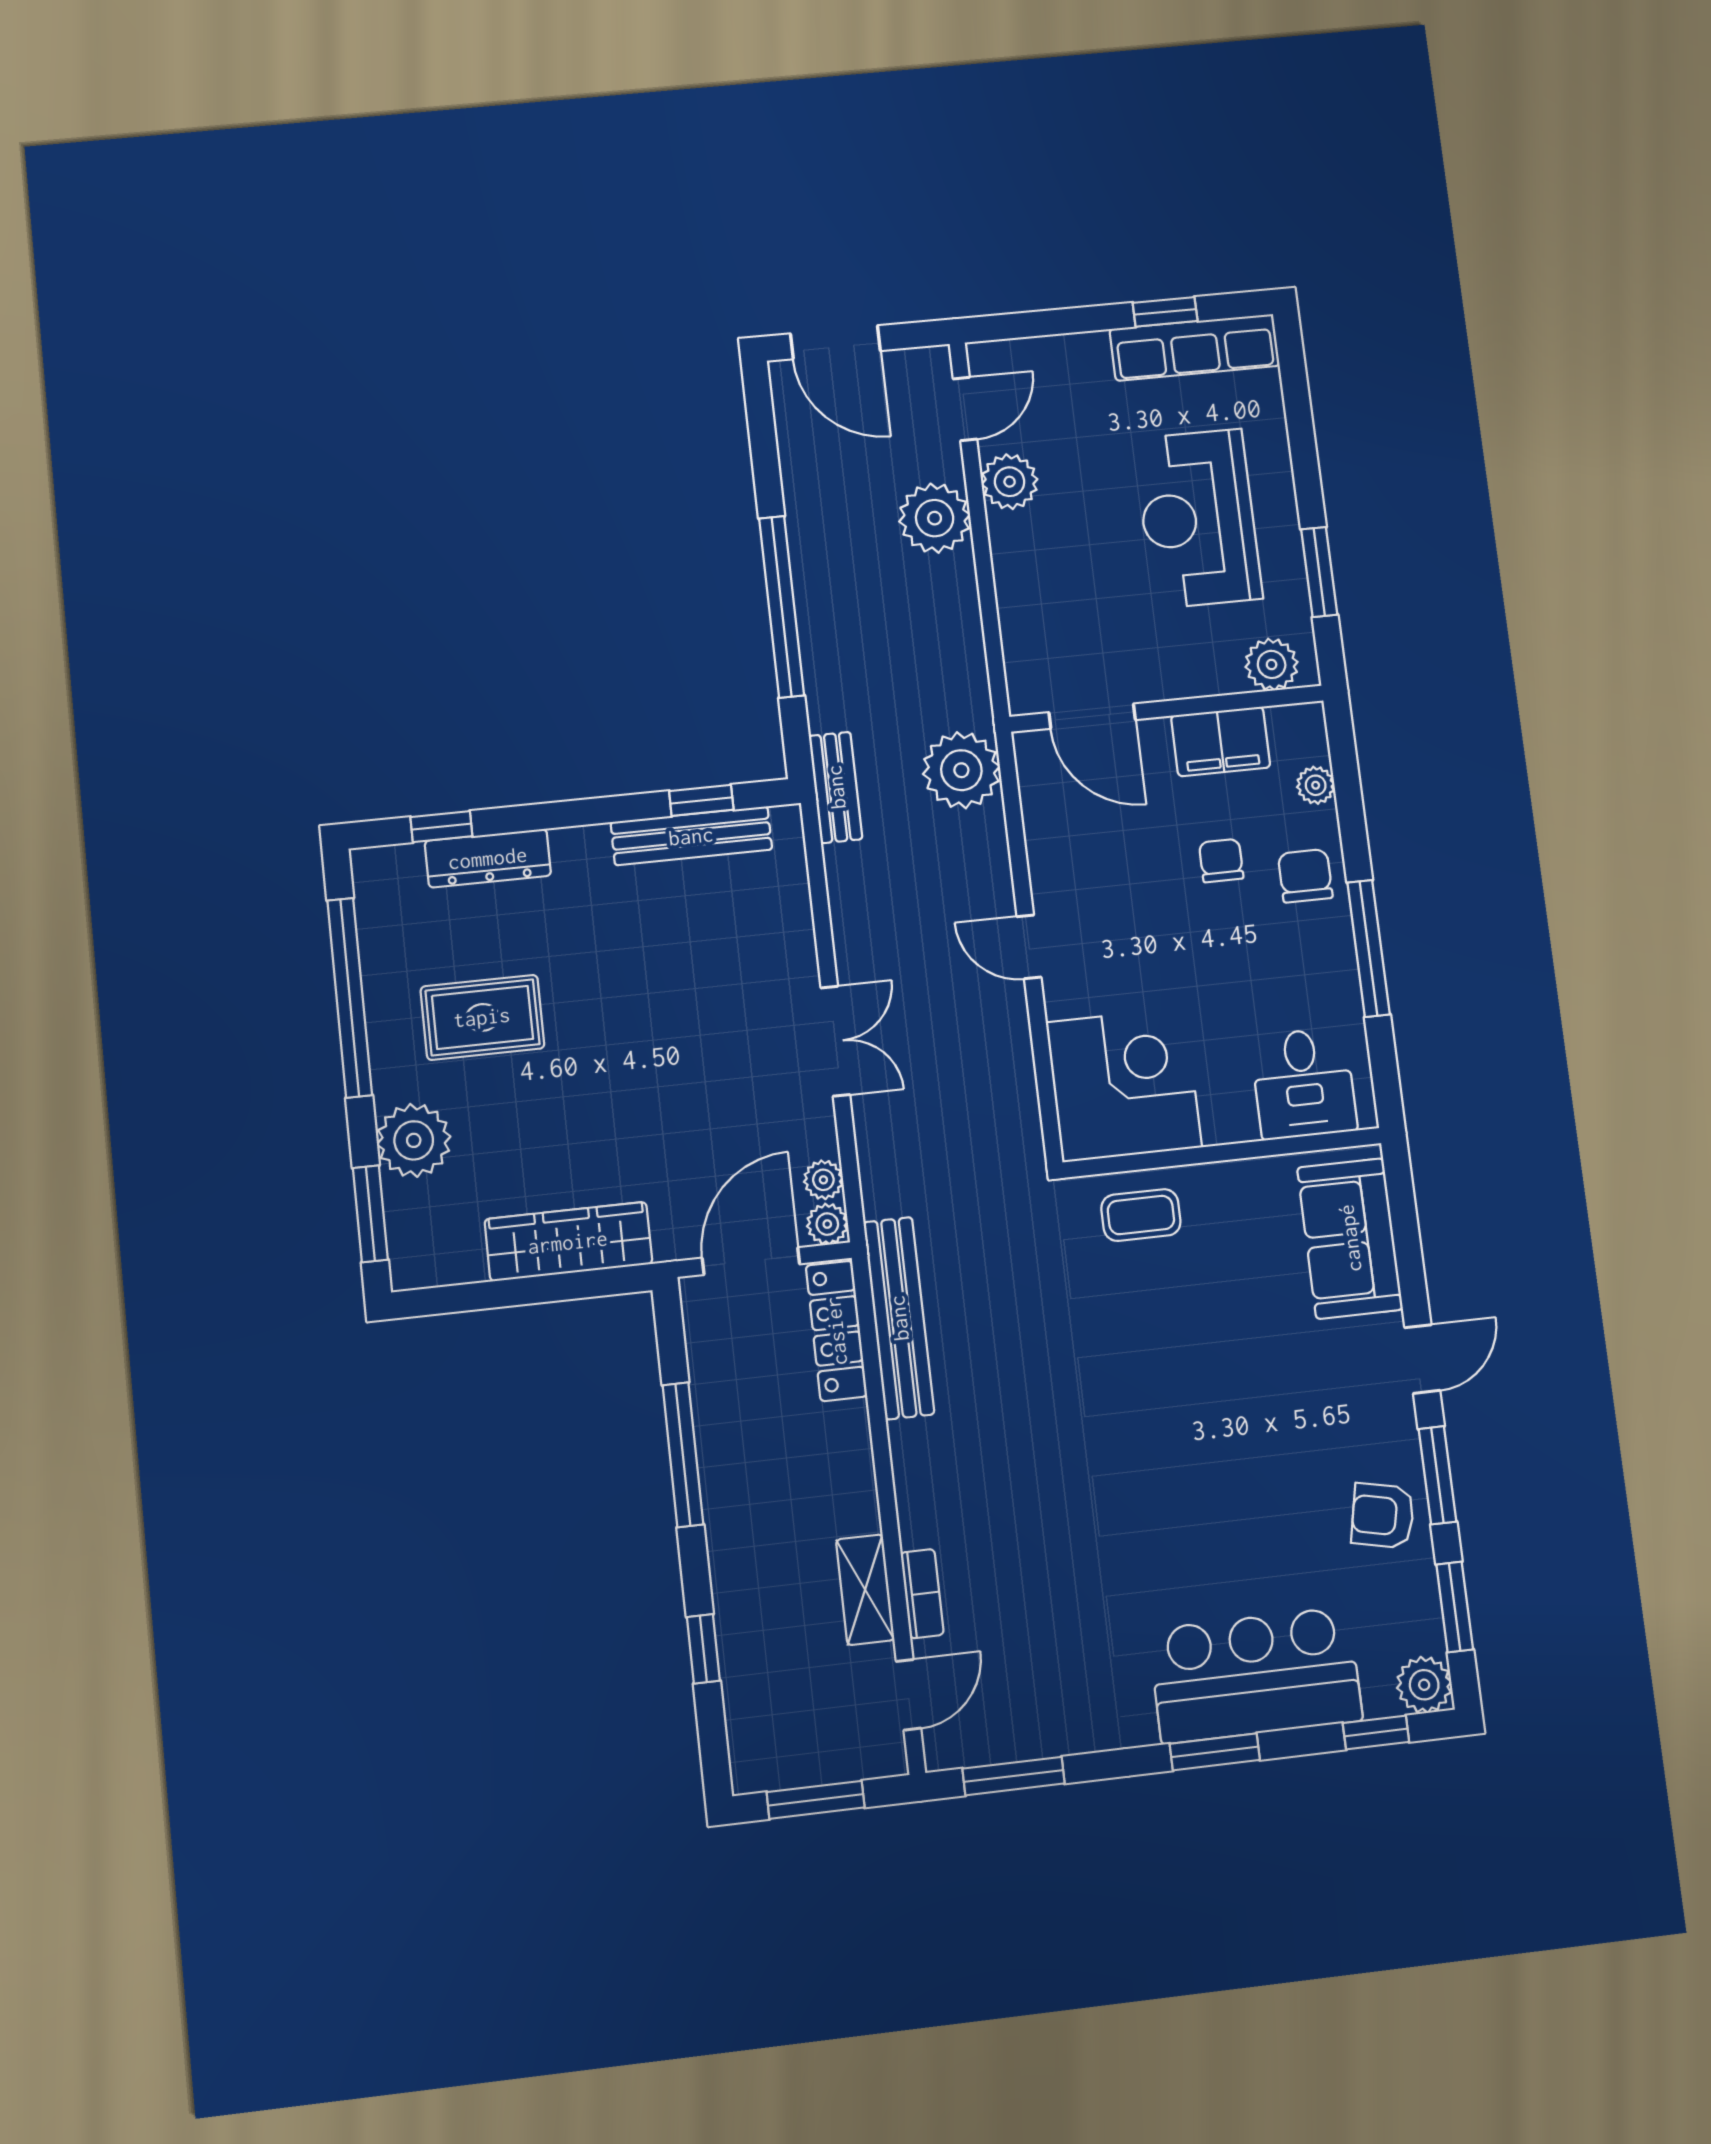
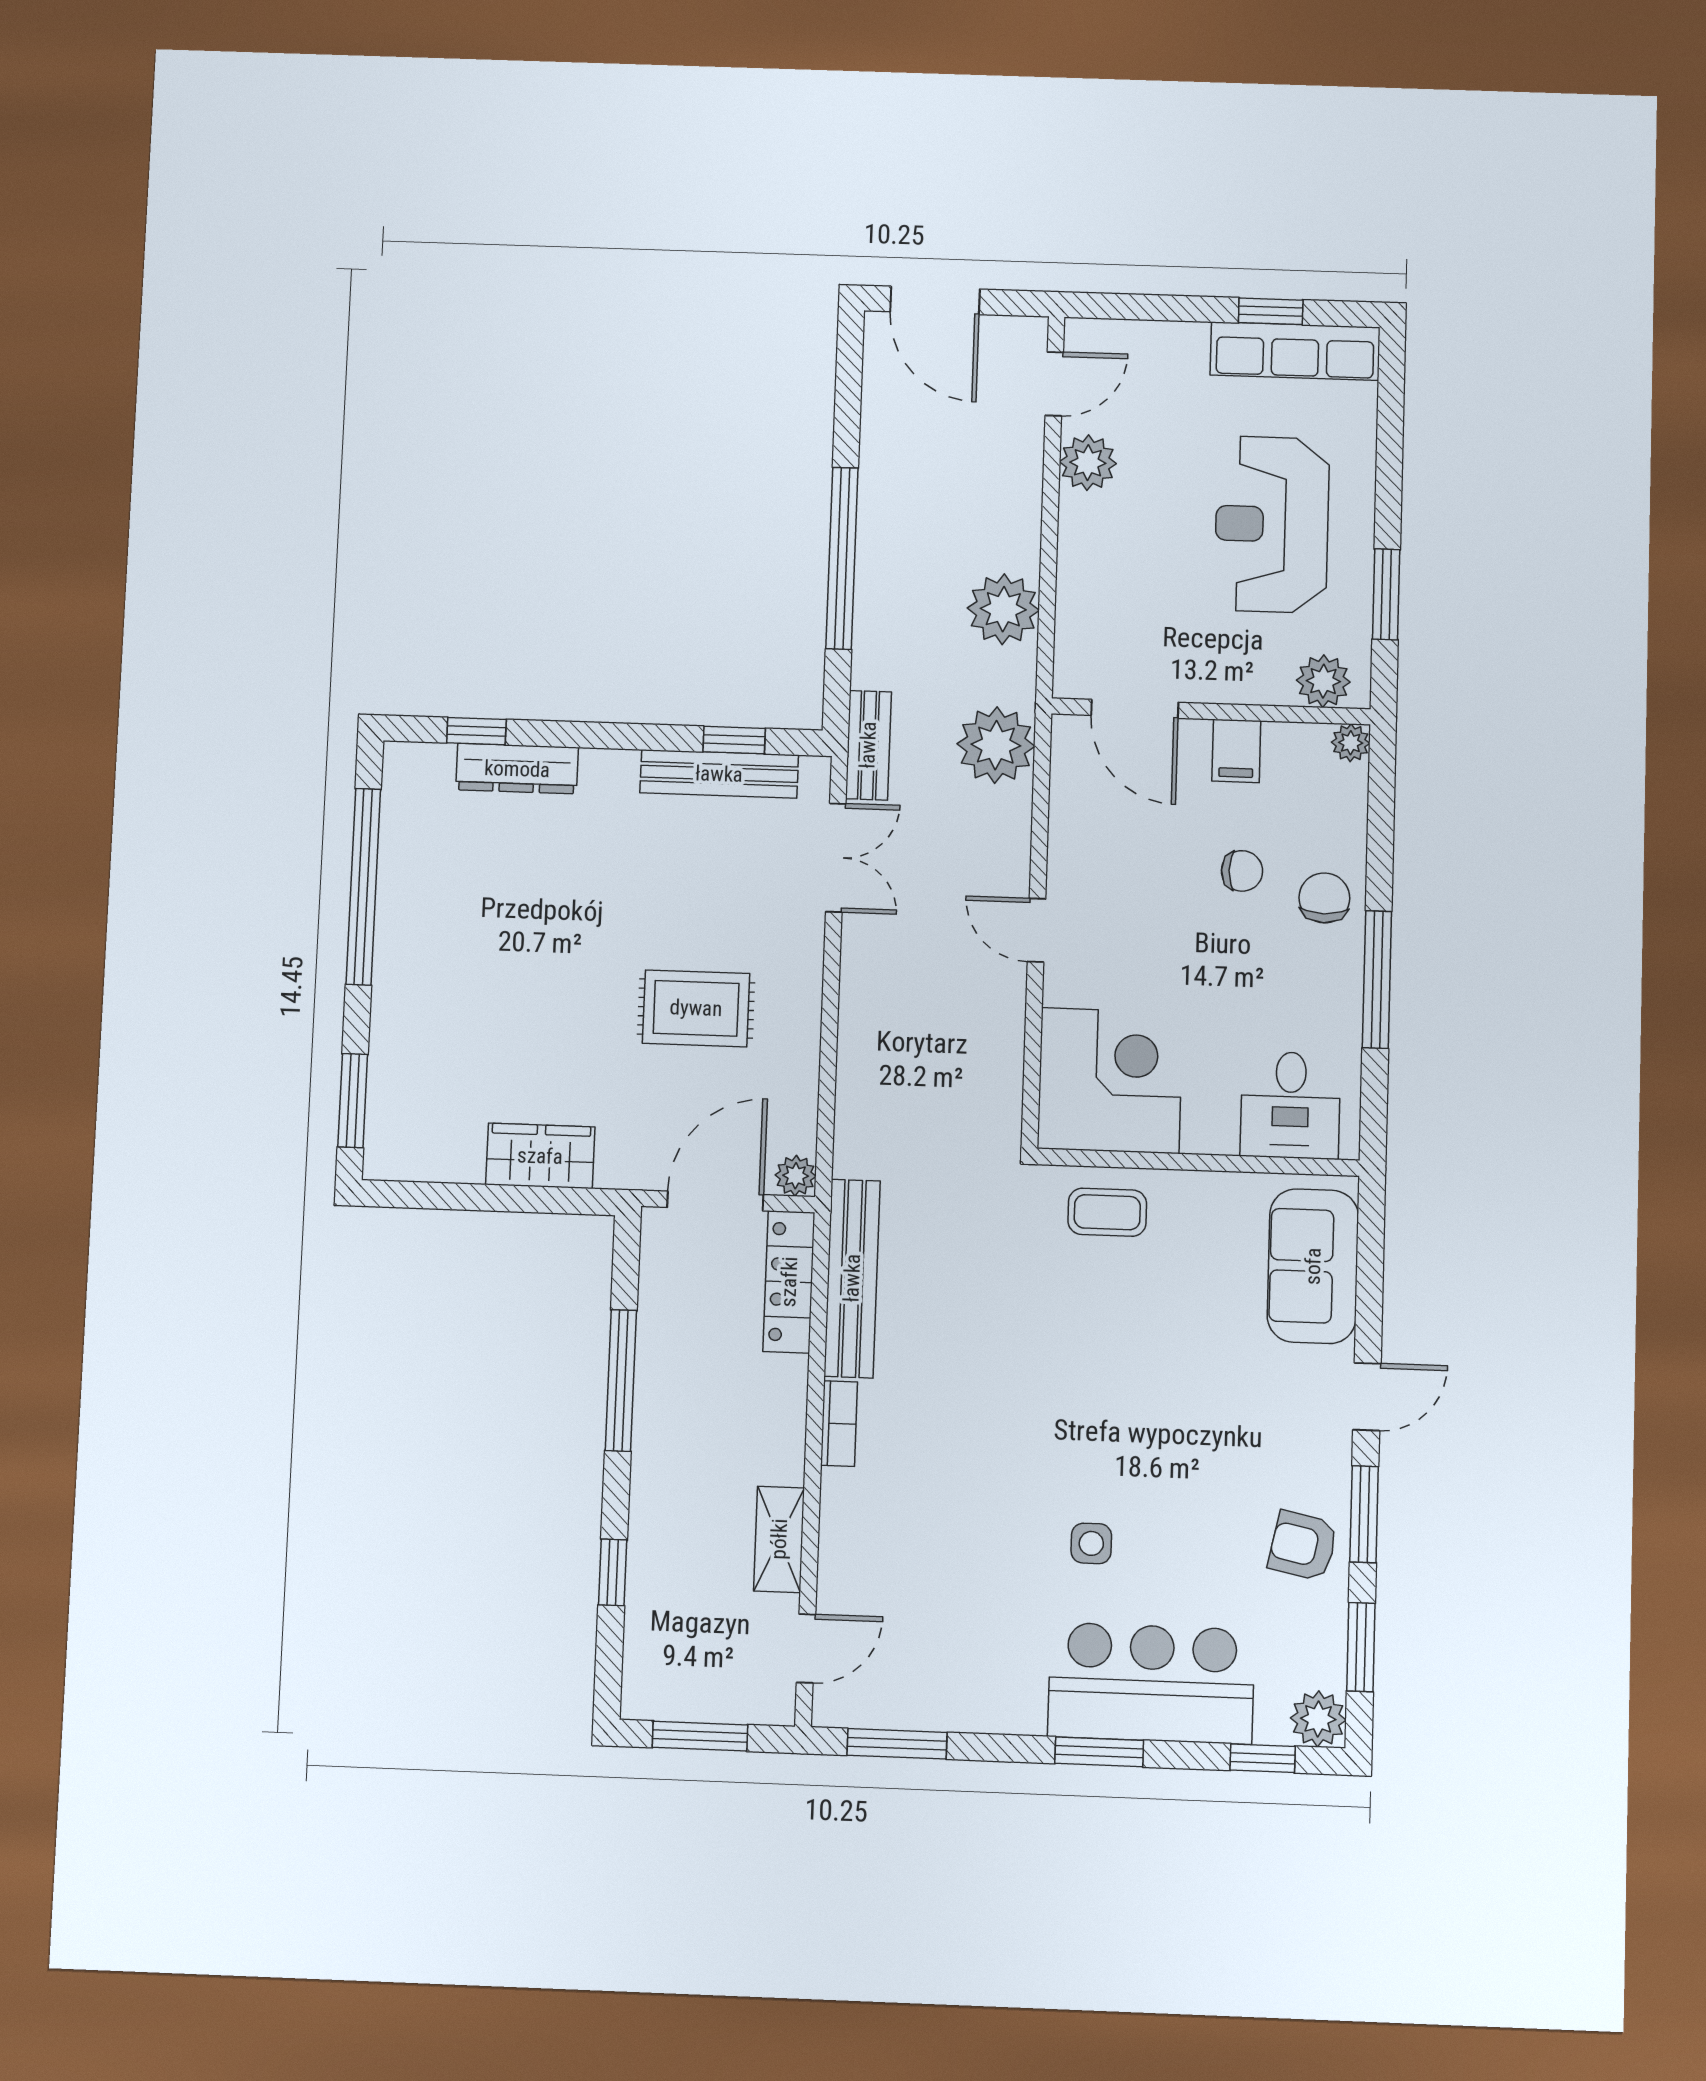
plant: (935, 518) -> (1003, 609), moved
filing cabinet: (1221, 742) -> (1236, 751), width x0.50
plant: (1316, 785) -> (1351, 743), moved
chair: (1221, 861) -> (1242, 871), turned 90
rug: (482, 1017) -> (696, 1008), moved
double door: (835, 1041) -> (836, 858), moved
plant: (414, 1140) -> (405, 1035), removed
plant: (823, 1180) -> (798, 1132), removed
wardrobe: (568, 1242) -> (540, 1156), width x0.67
side table: (1175, 1546) -> (1091, 1543), added
bookcase: (922, 1594) -> (839, 1424), moved

